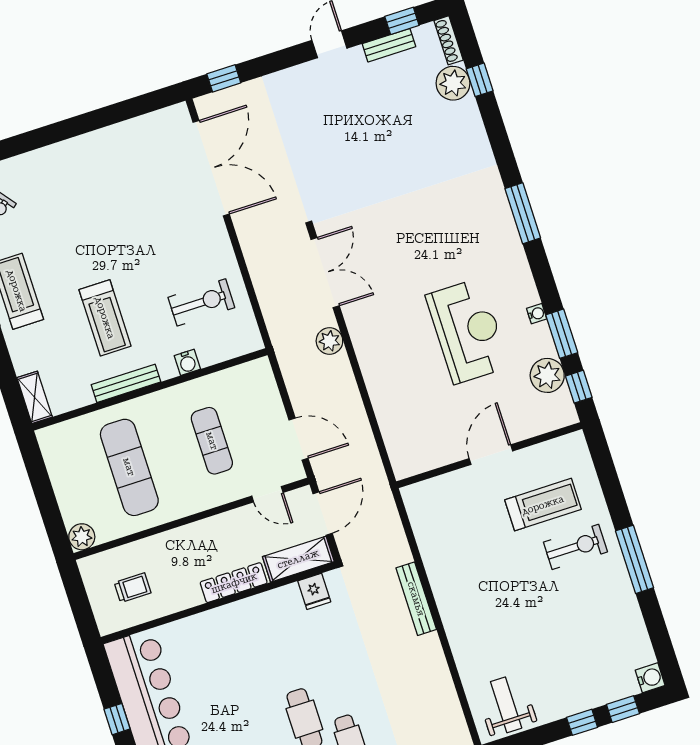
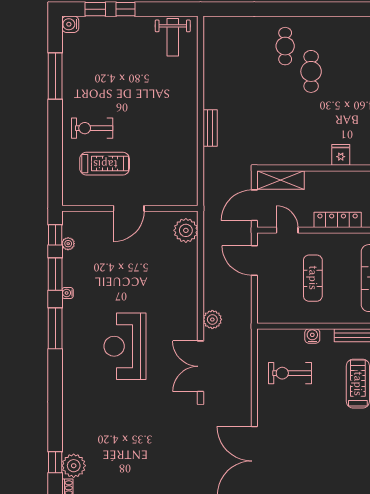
window: (523, 213) -> (55, 328), moved
reception desk: (467, 331) -> (125, 346), moved
plant: (547, 375) -> (68, 244), width x0.53, depth x0.53
plant: (404, 450) -> (186, 230), added
treadmill: (543, 505) -> (105, 164), turned 180
window: (635, 559) -> (55, 76), moved
locker: (234, 583) -> (338, 220), moved, turned 180
fridge: (314, 591) -> (341, 155), moved
bench: (416, 599) -> (210, 128), width x0.73

